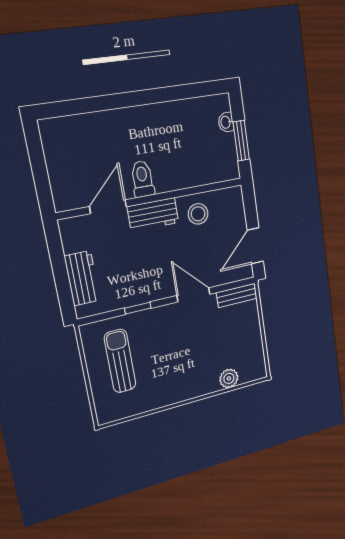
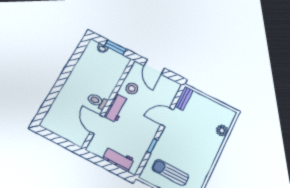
door: (255, 246) -> (154, 67), moved

